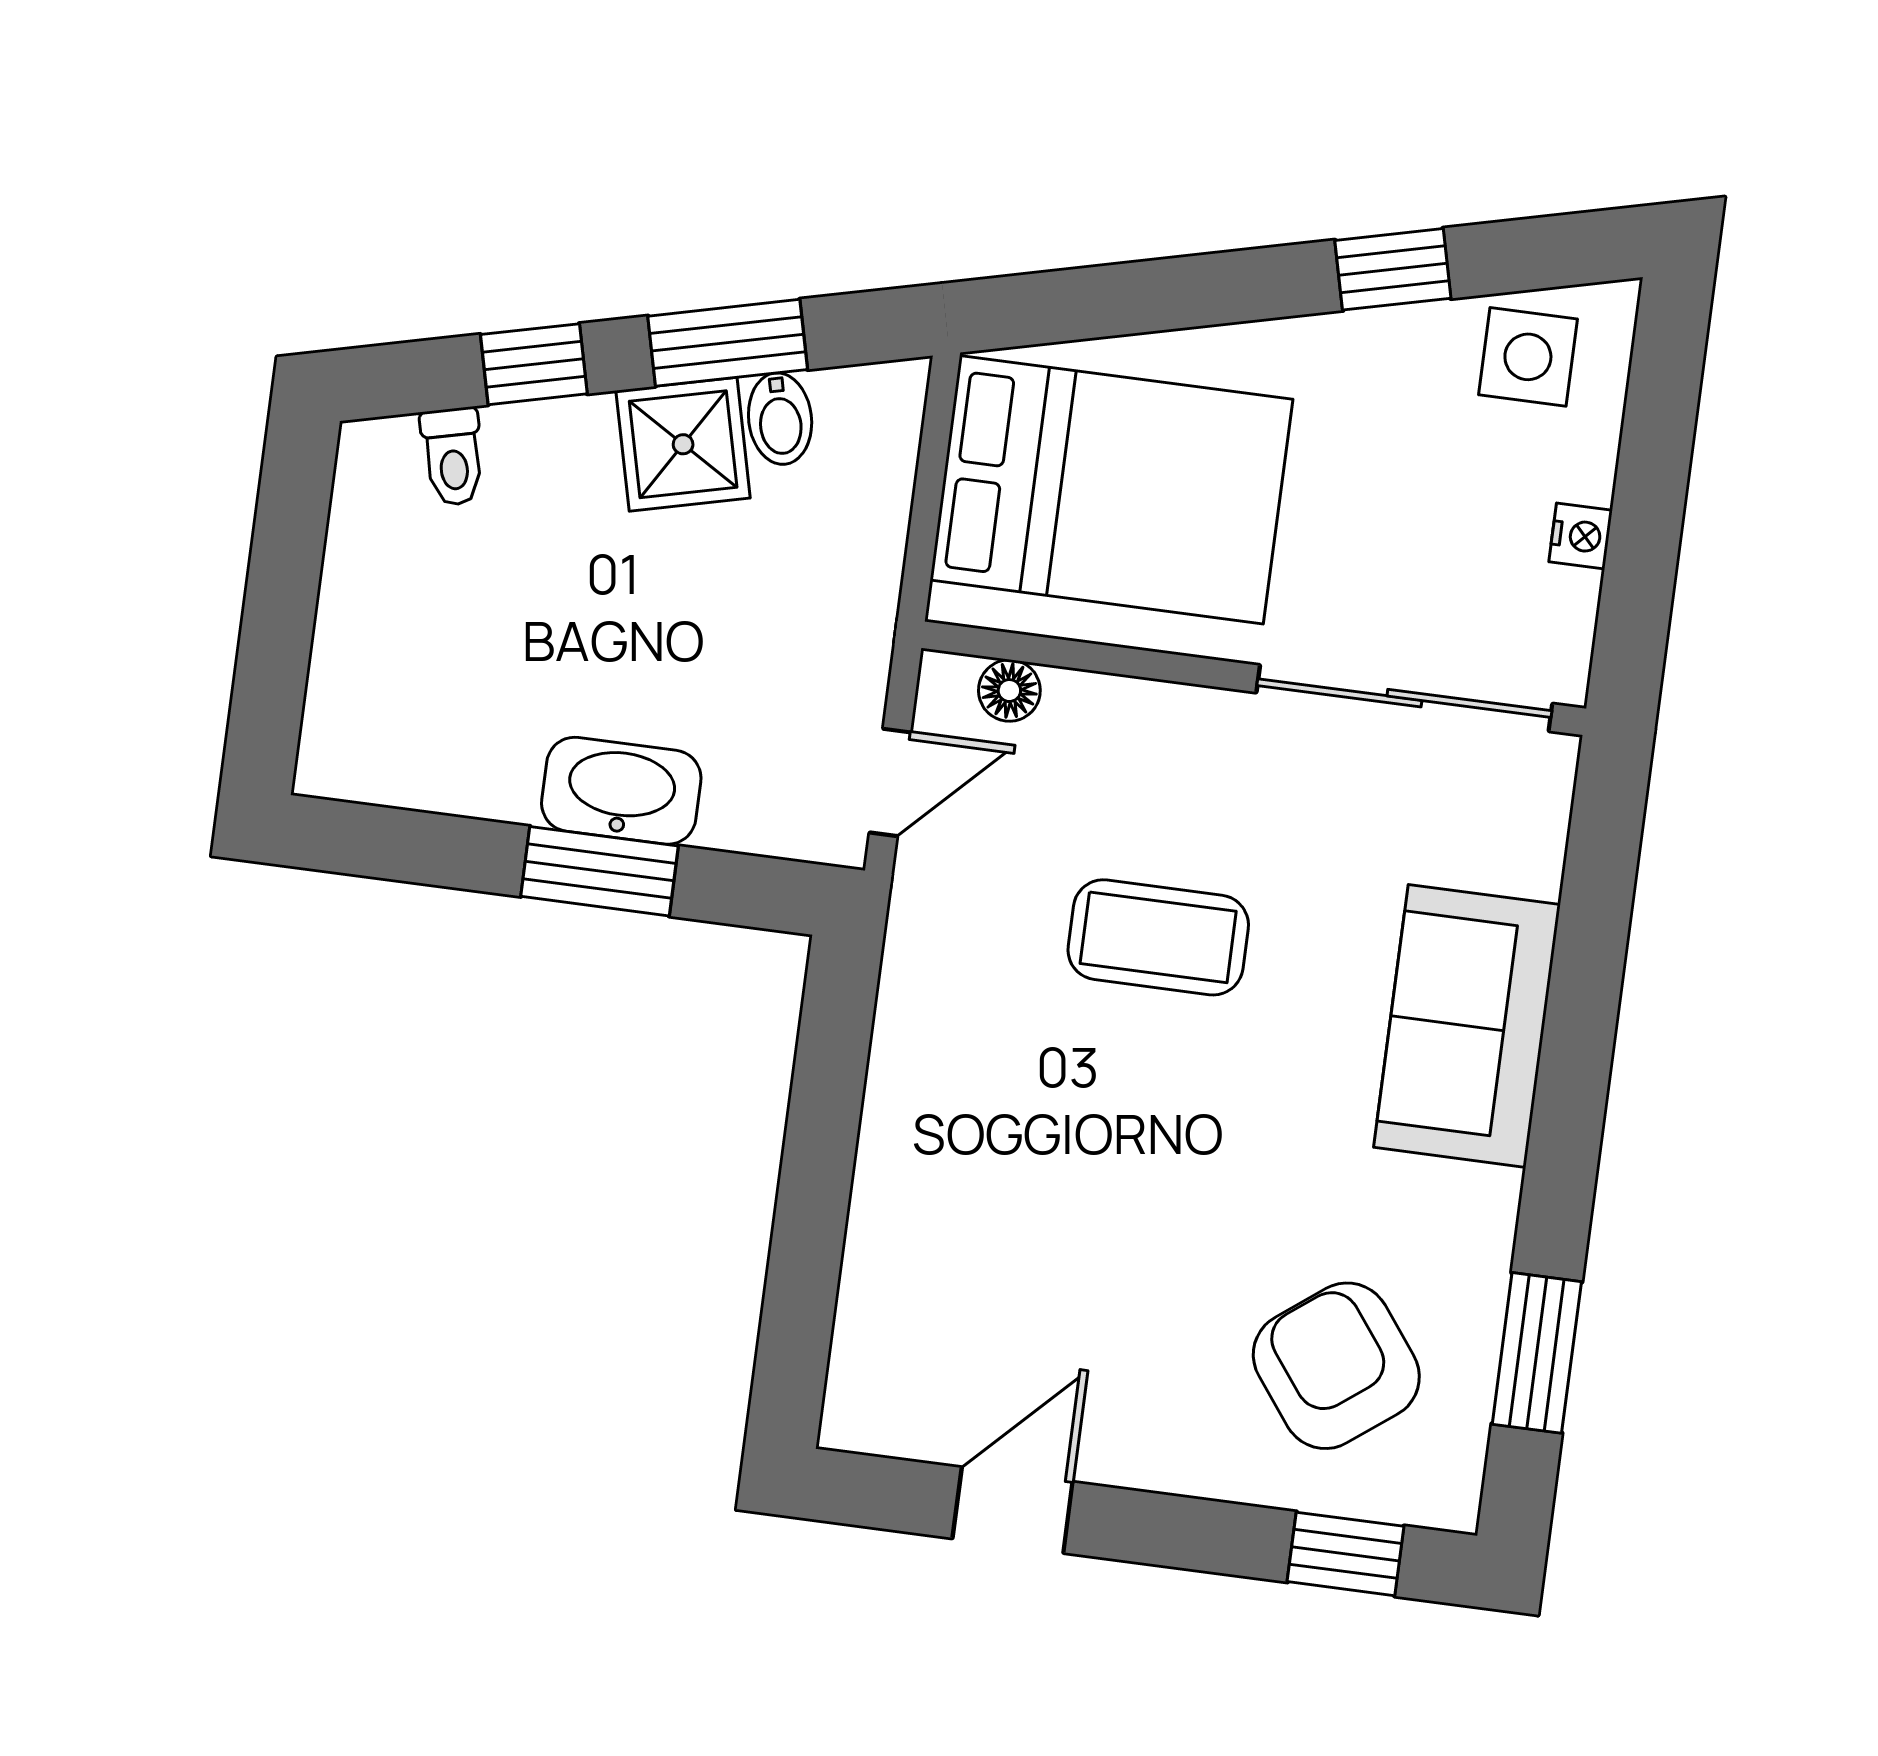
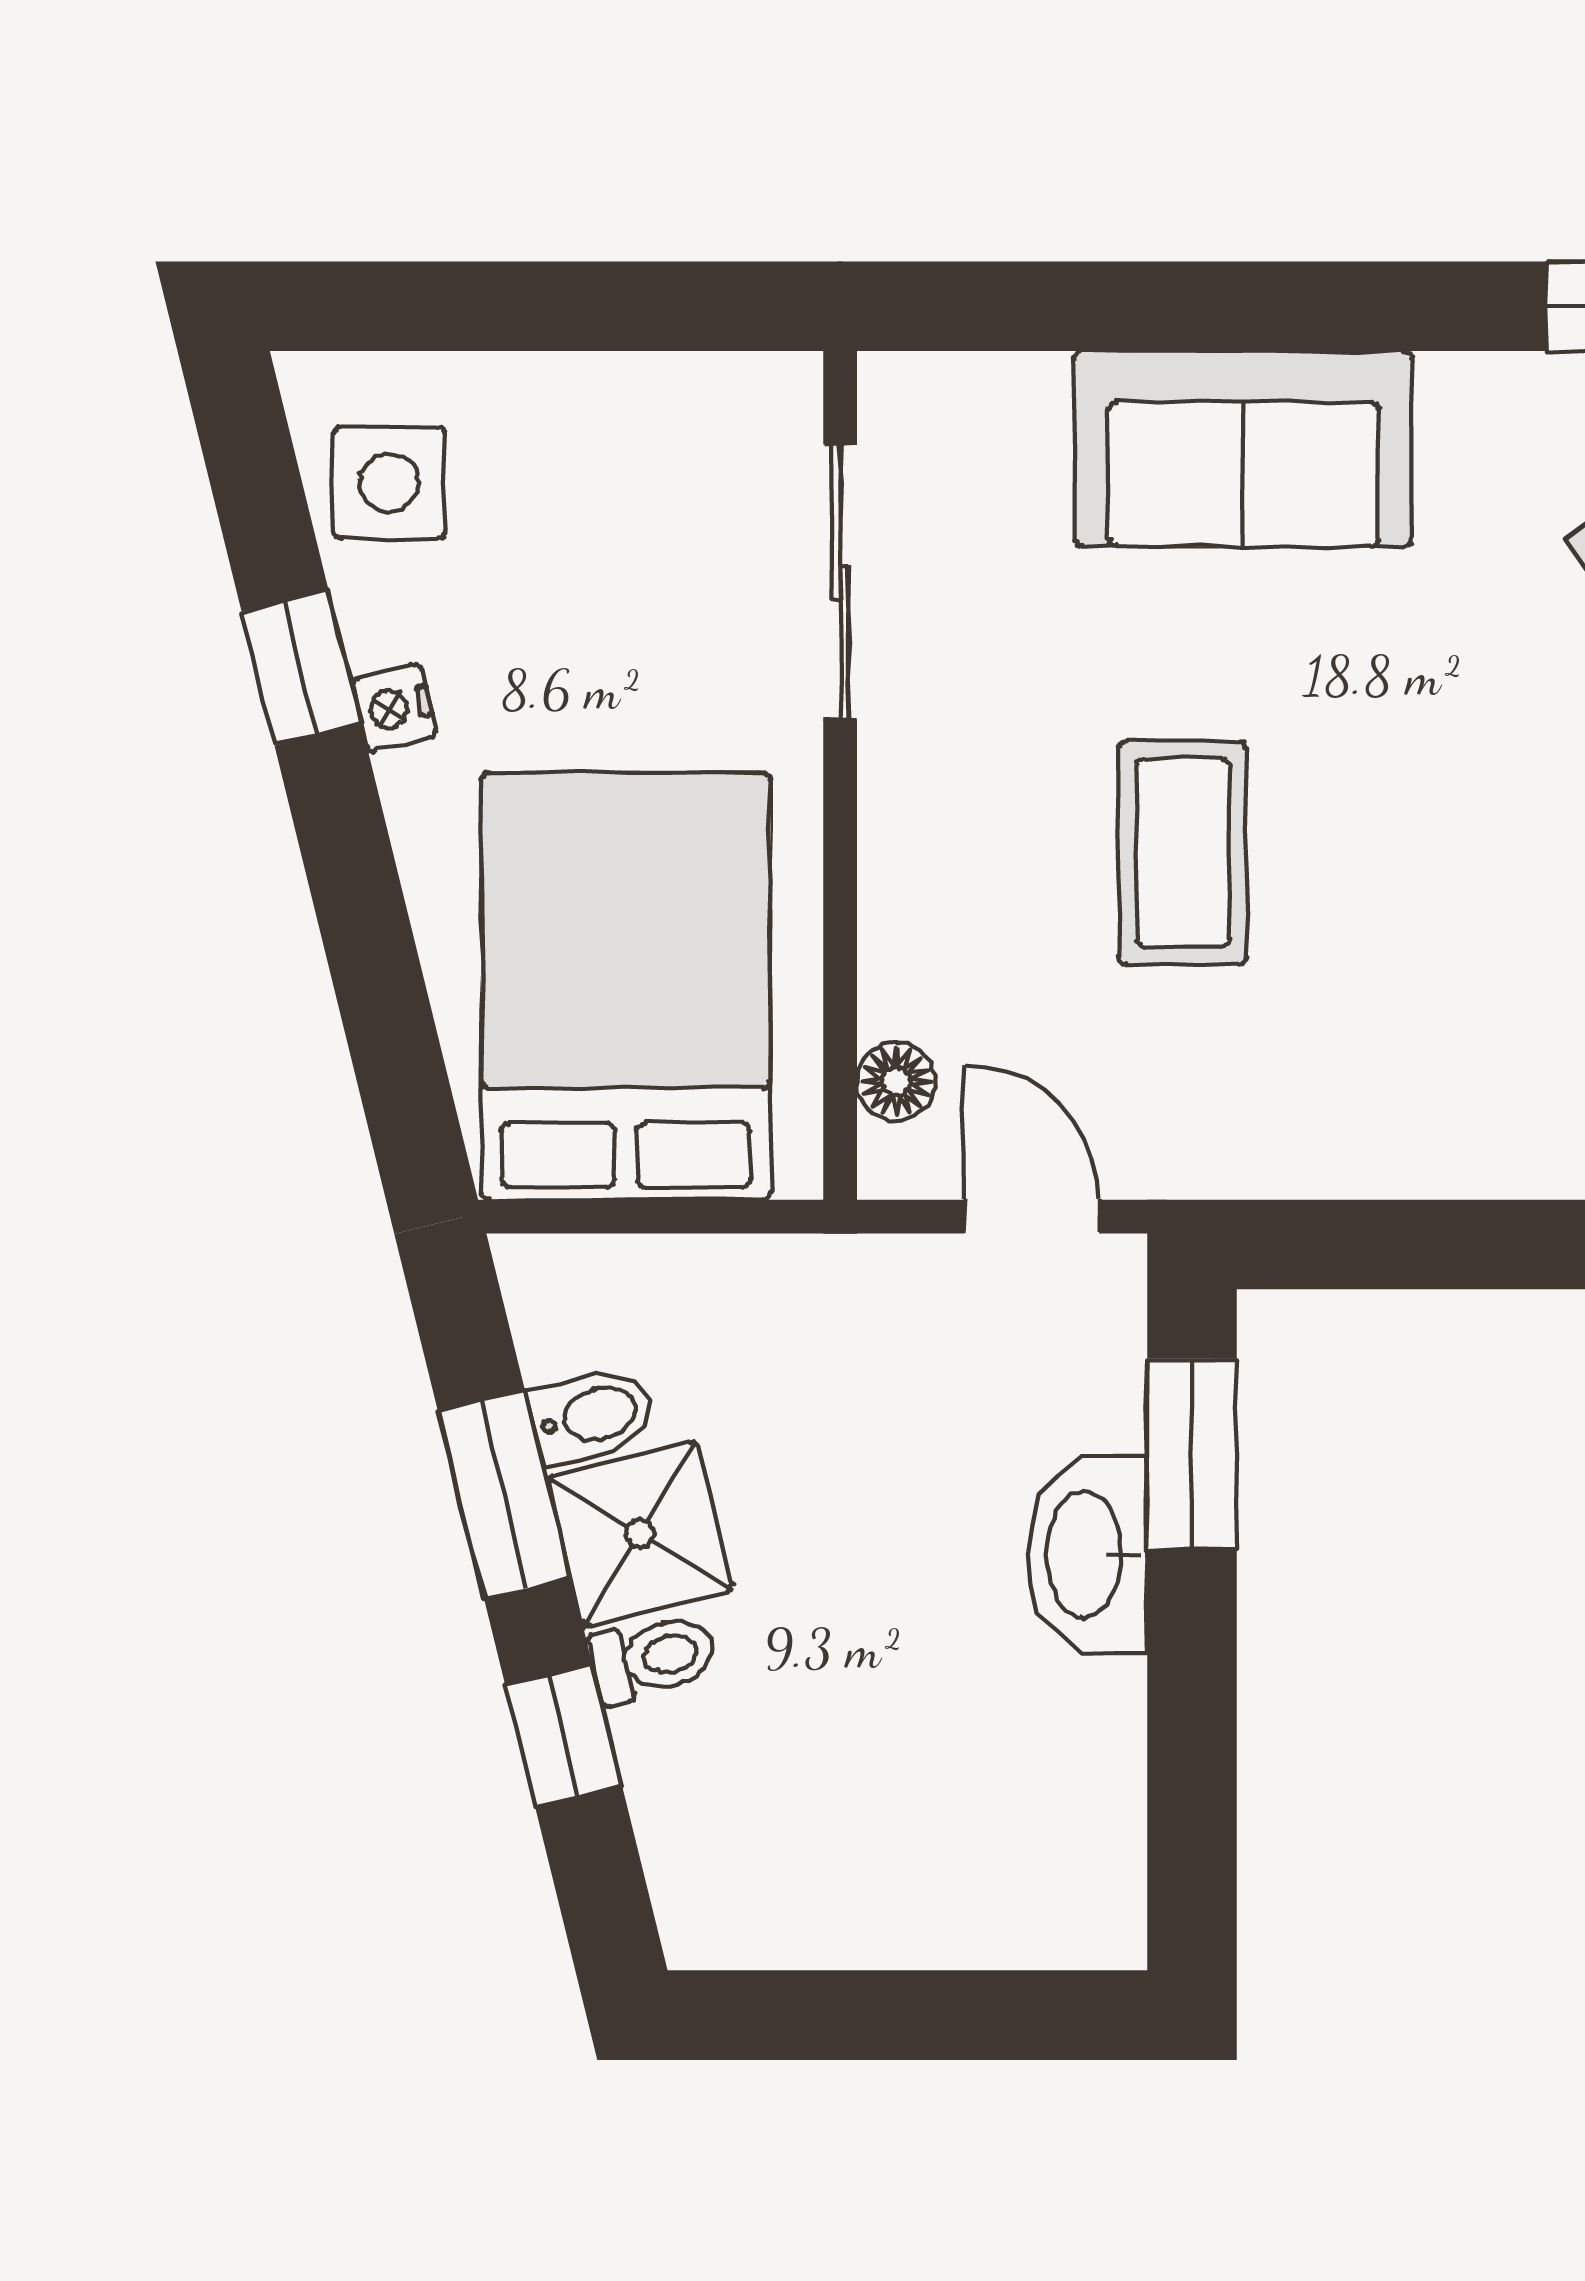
toilet: (453, 457) -> (653, 1658), moved
nightstand: (1581, 536) -> (394, 708), moved, turned -104
sliding door: (1404, 698) -> (840, 582), width x0.73
window: (600, 871) -> (1192, 1454), moved

